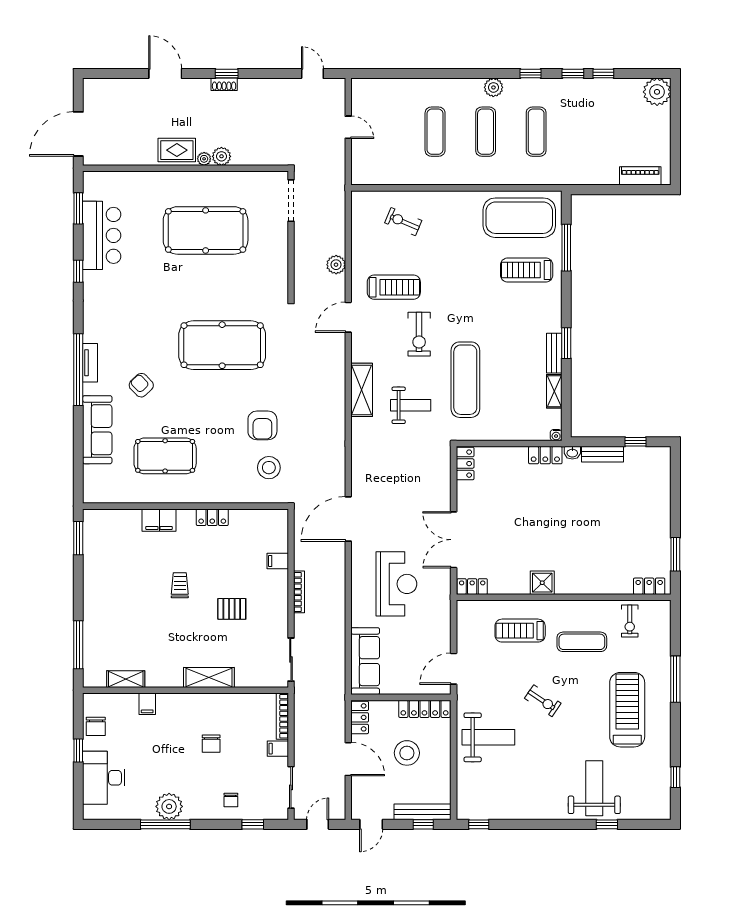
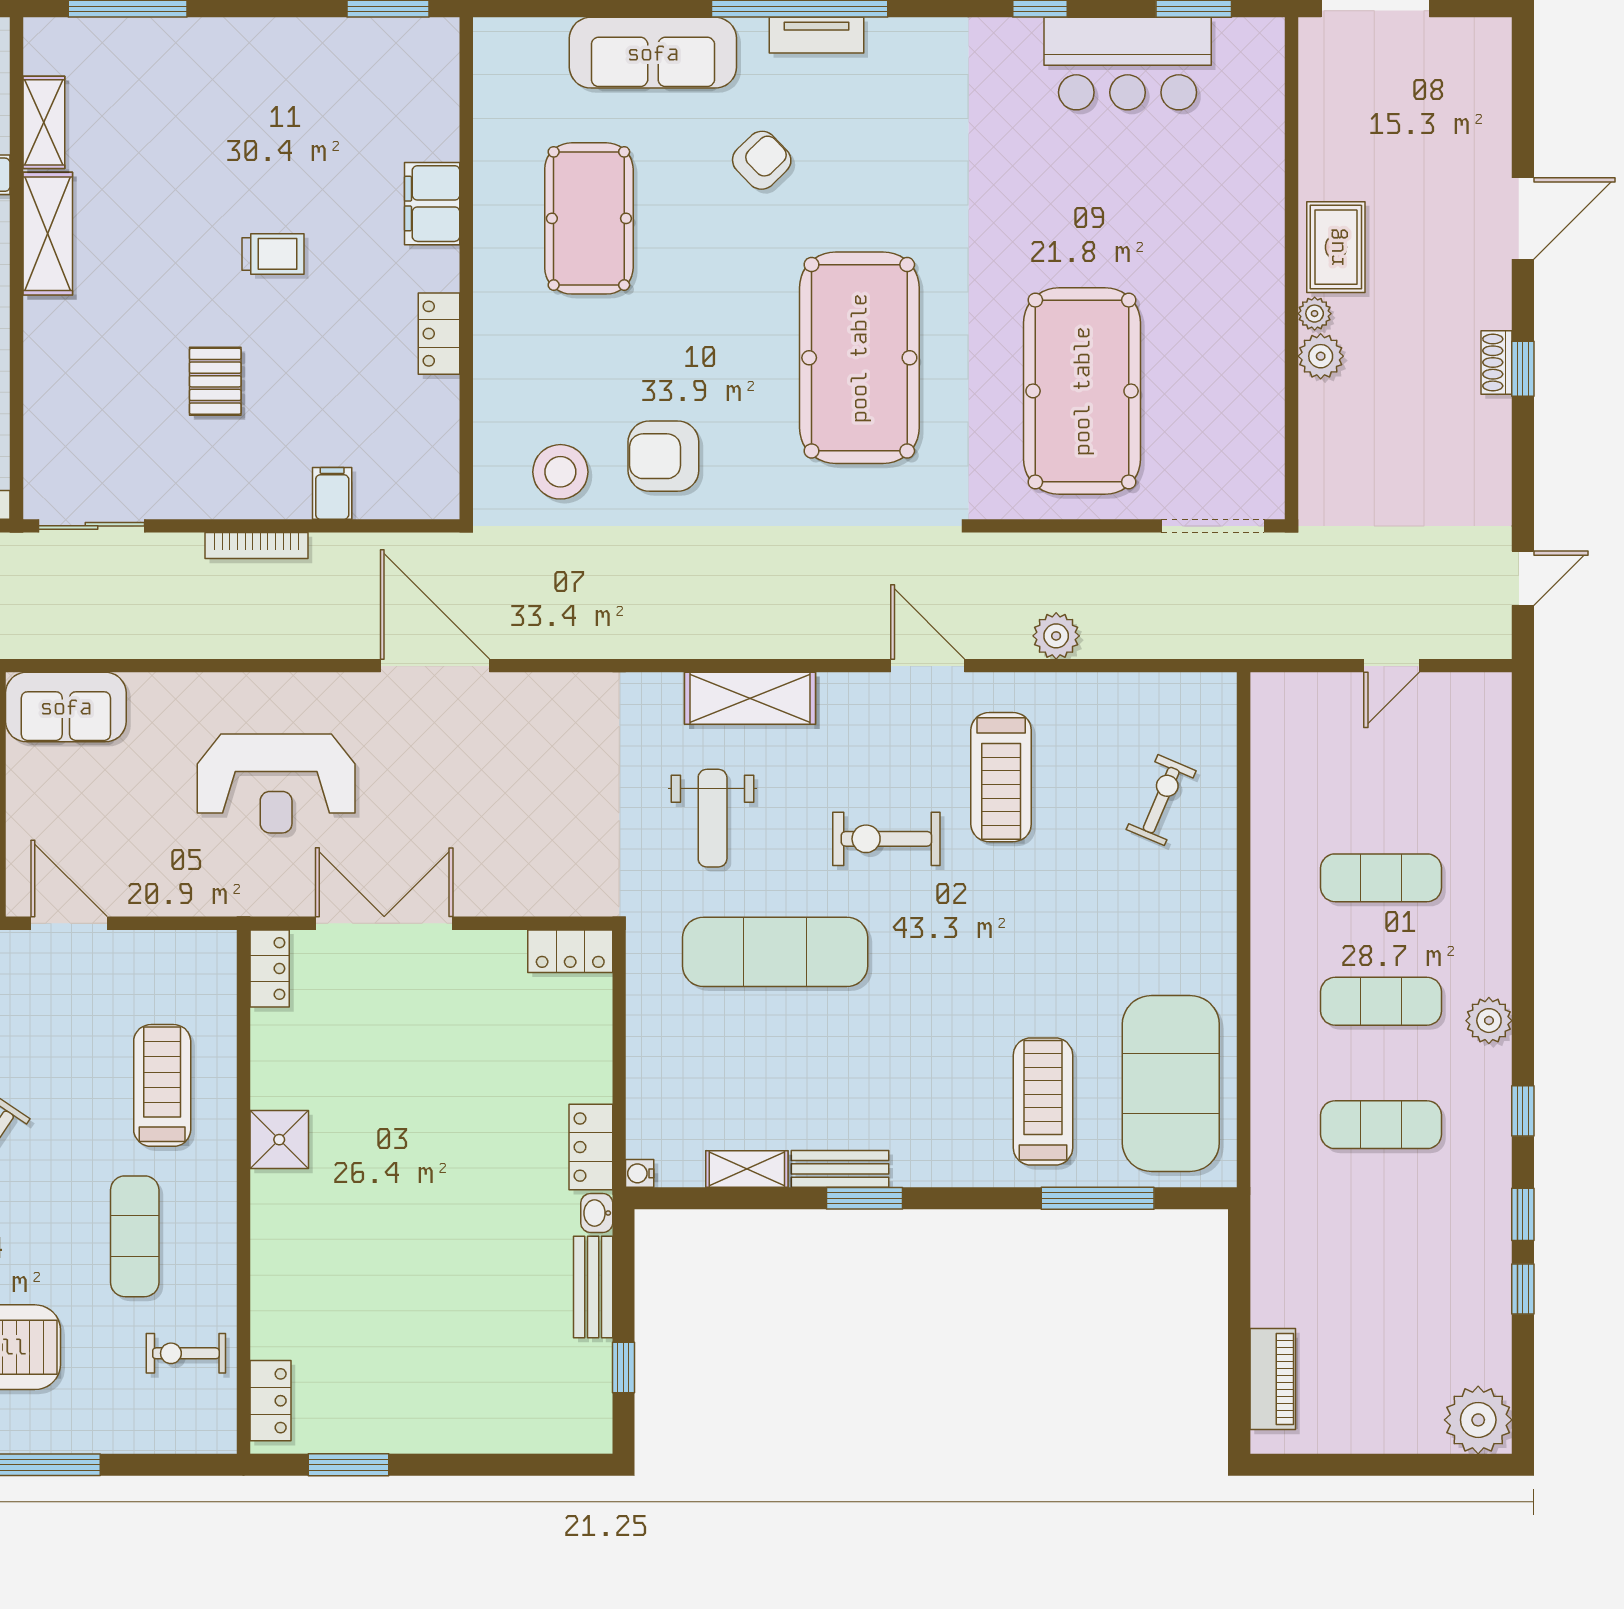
pool table: (206, 230) -> (1082, 391), moved
sofa: (365, 661) -> (66, 707), width x0.73
shelving: (209, 677) -> (48, 234), moved

